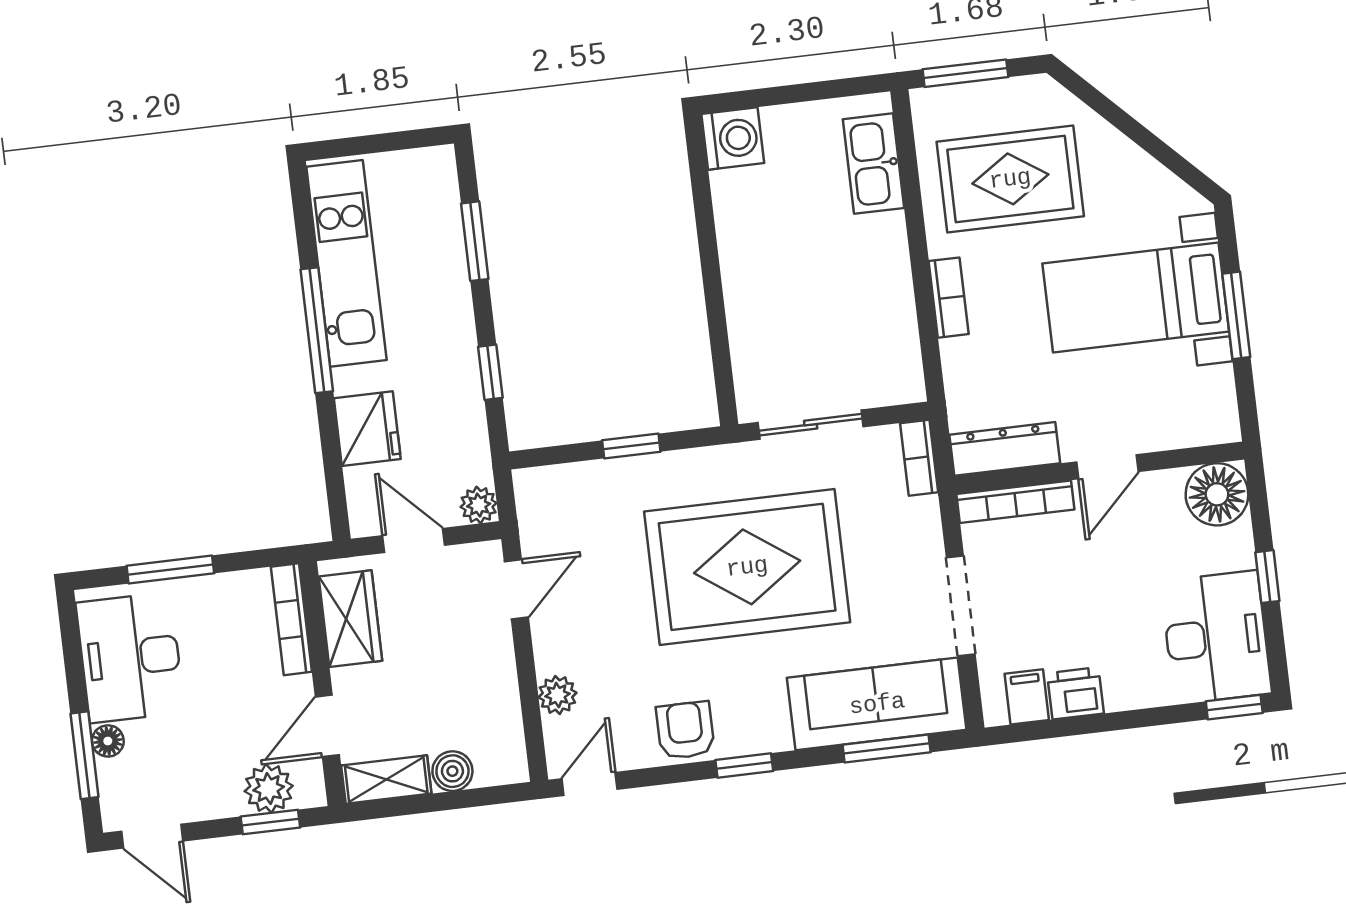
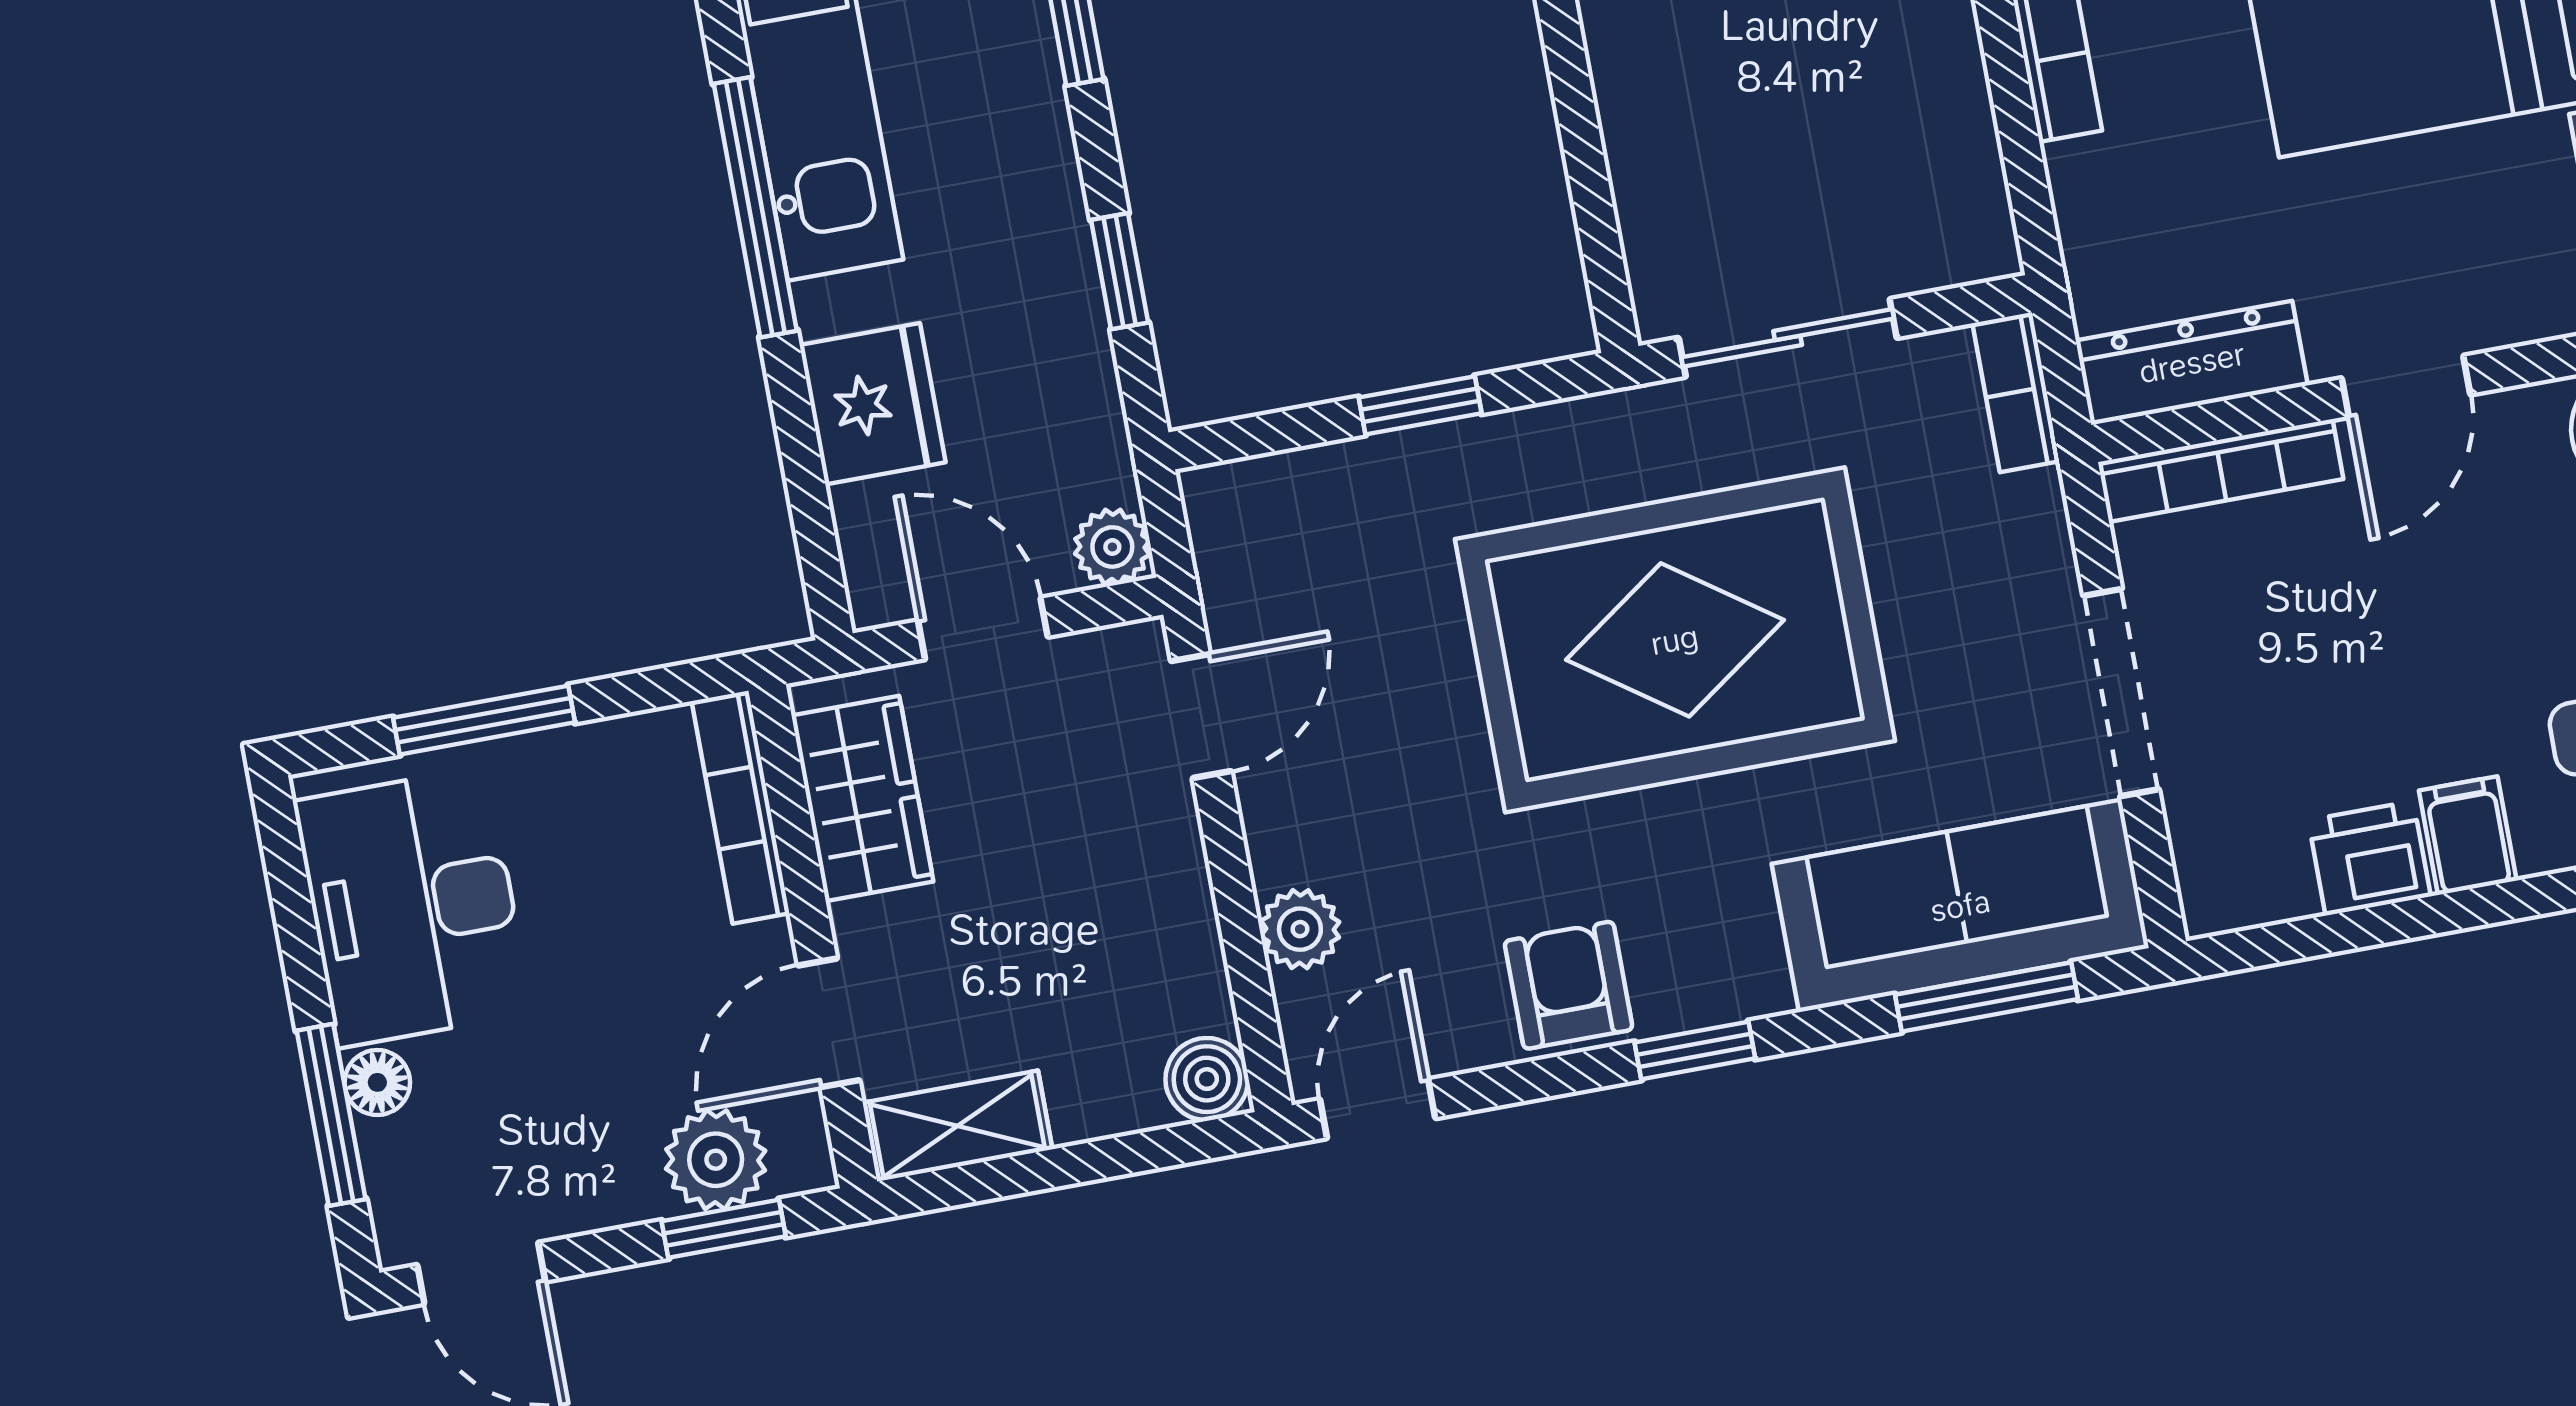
filing cabinet: (1027, 697) -> (2468, 836), moved
boiler: (452, 771) -> (1207, 1079), moved

